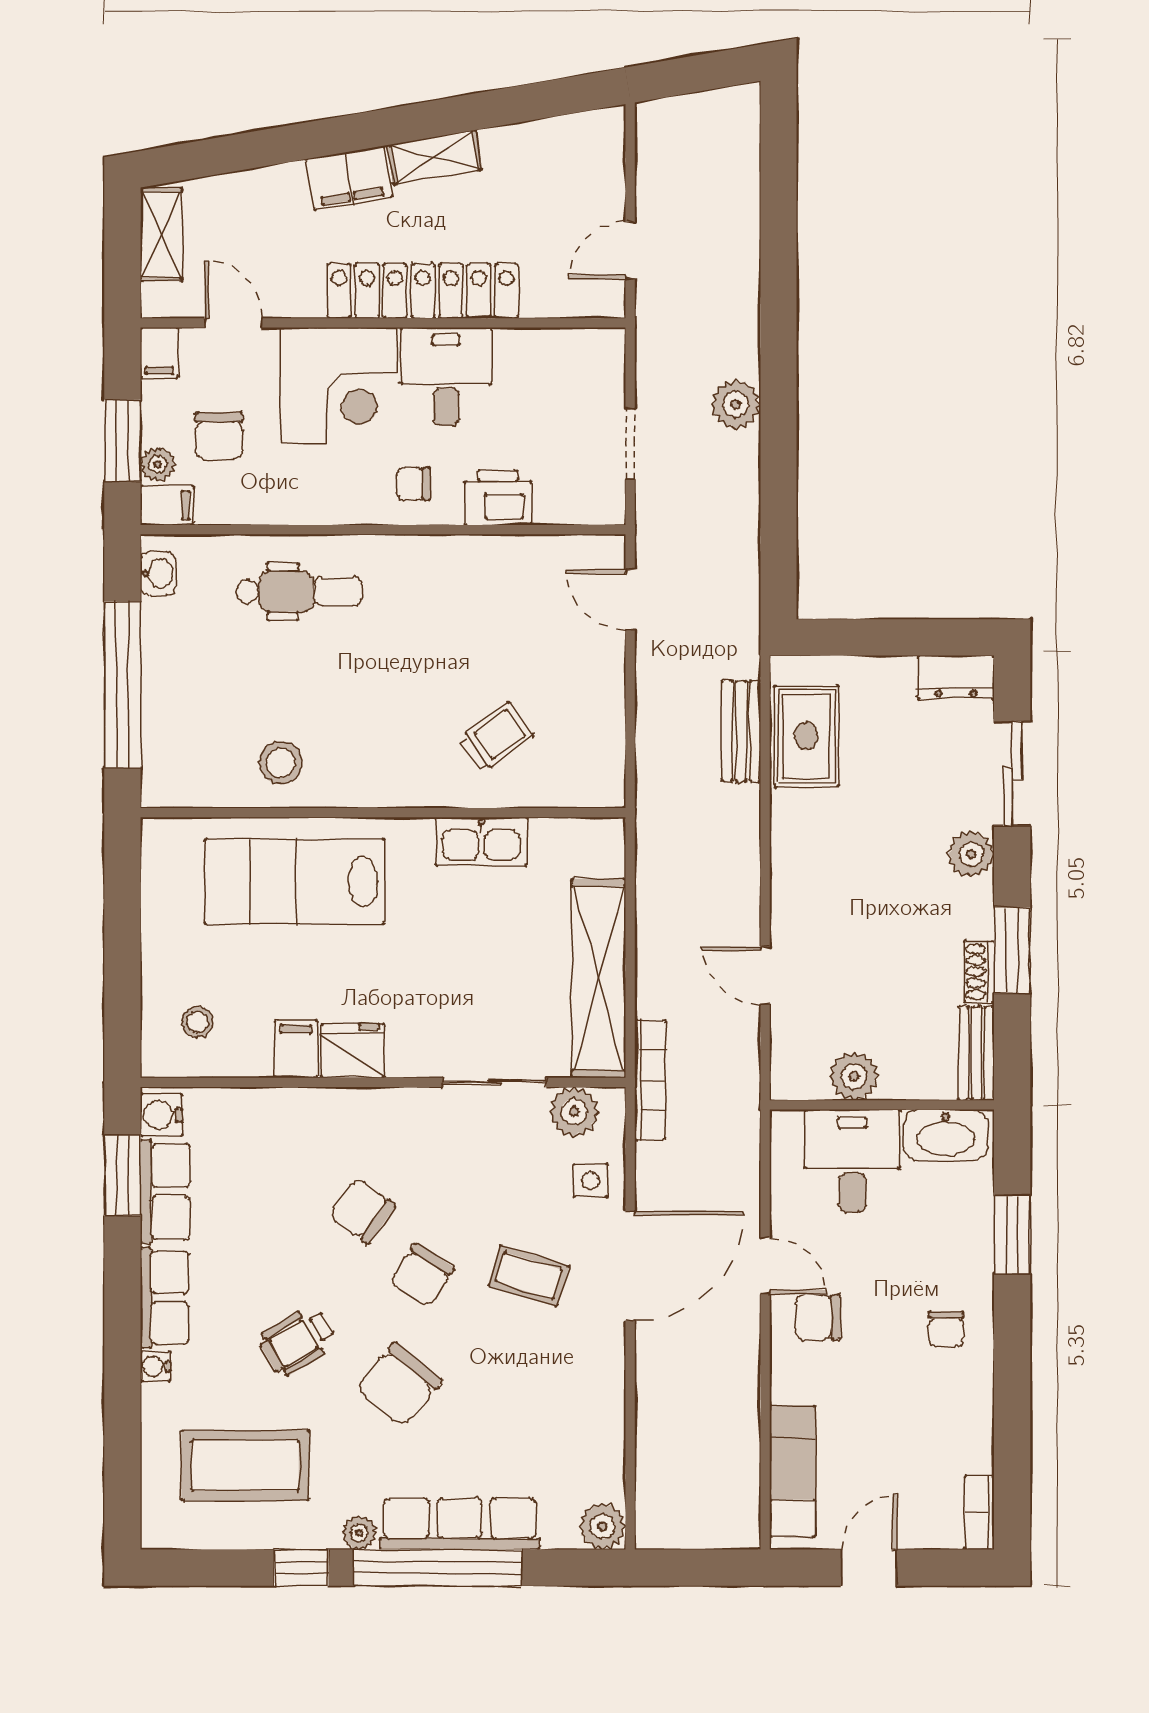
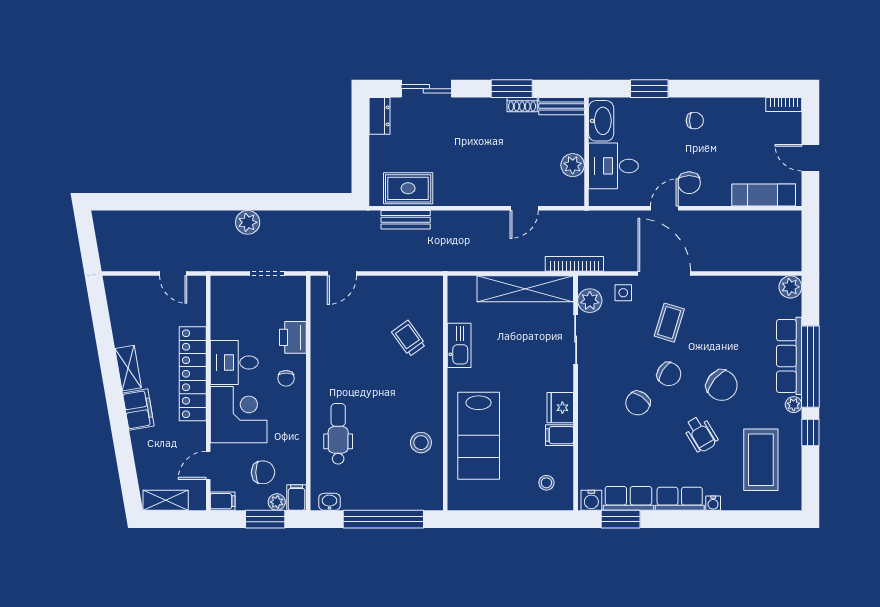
plant: (971, 854) -> (465, 109), removed

